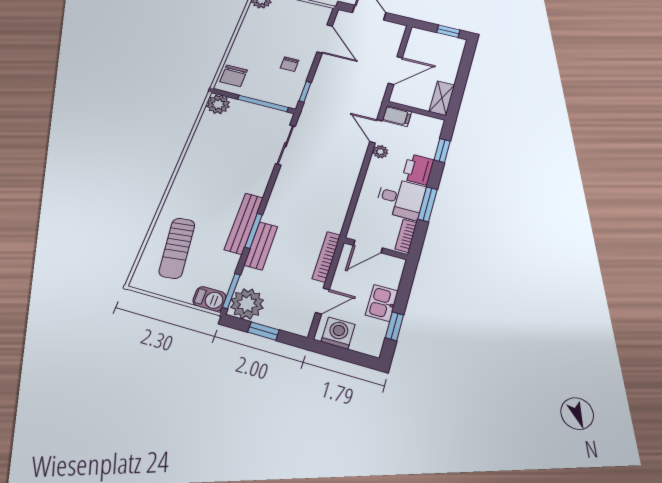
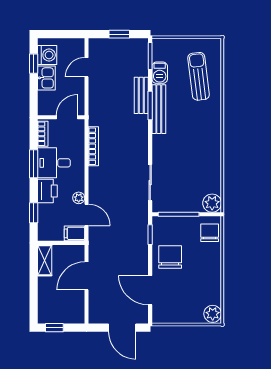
chair: (289, 64) -> (170, 257), width x1.87, depth x1.87
bookcase: (326, 257) -> (93, 146), moved
barbecue: (209, 299) -> (160, 73), moved, turned -90
plant: (247, 304) -> (136, 50), removed
washing machine: (338, 333) -> (47, 55), moved, turned -90

